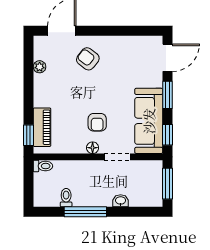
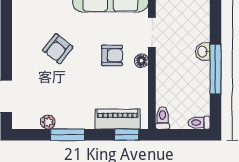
armchair: (88, 59) -> (58, 49), moved
window: (29, 84) -> (68, 135), added
toilet: (66, 198) -> (199, 123), moved
washbasin: (121, 201) -> (203, 52), moved

